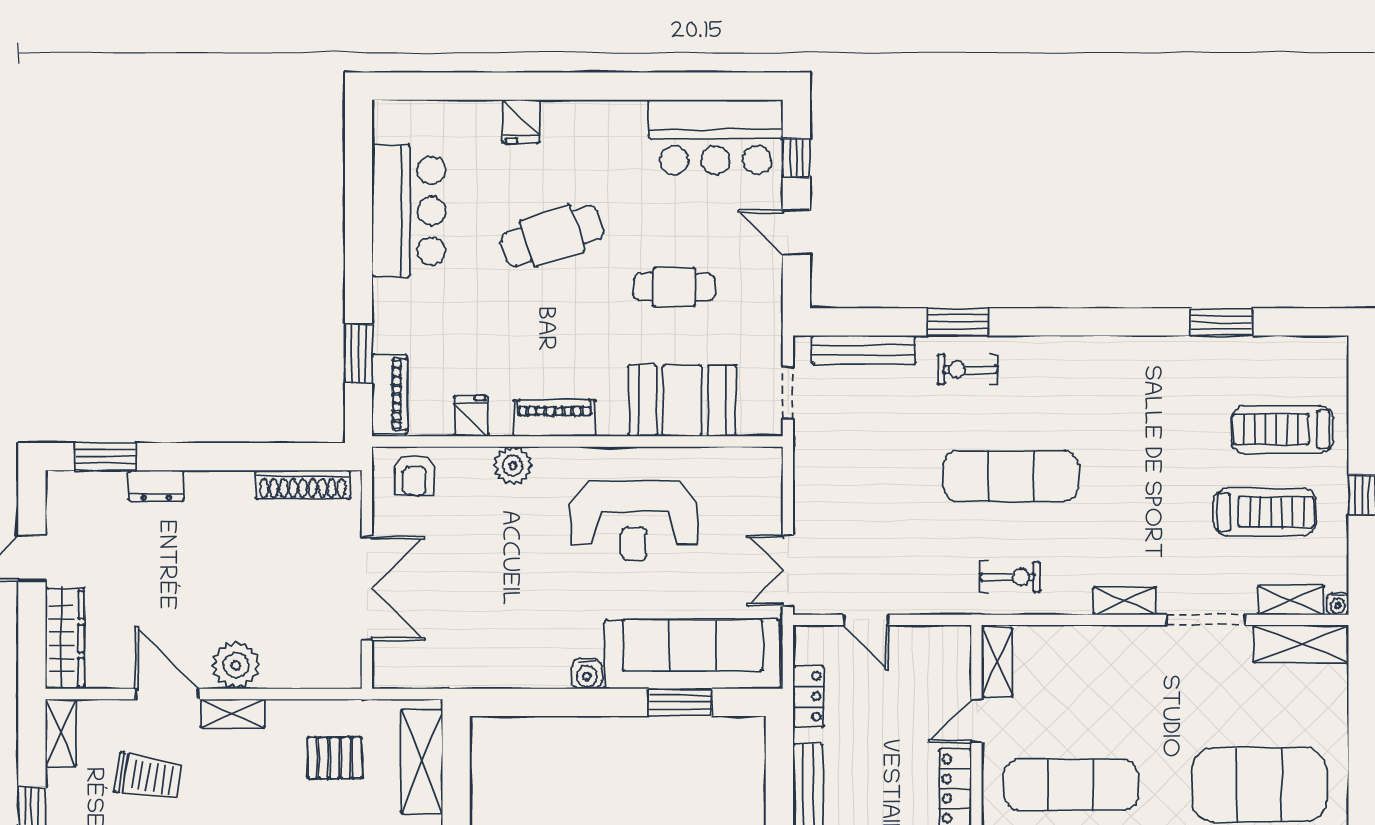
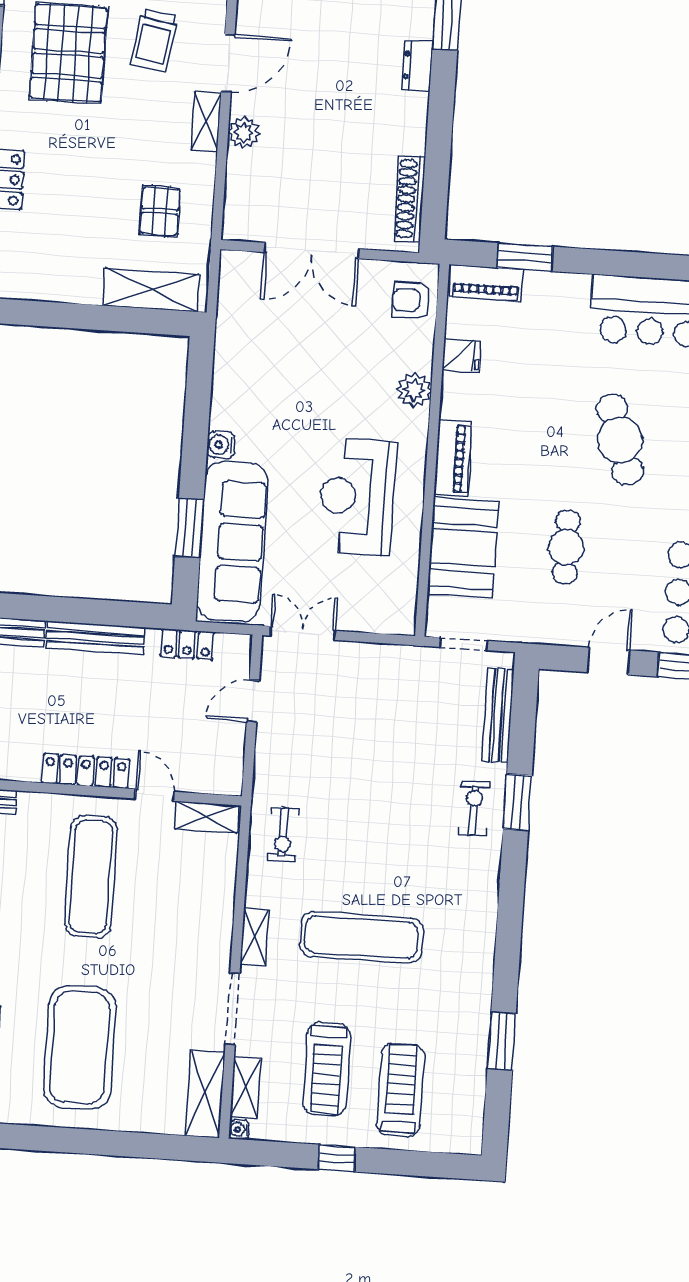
piano: (555, 418) -> (453, 458), moved
exercise mat: (1011, 476) -> (361, 937), moved, turned 90
plant: (236, 665) -> (244, 132), width x0.73, depth x0.73

